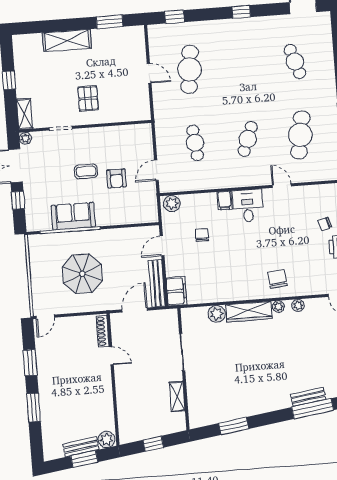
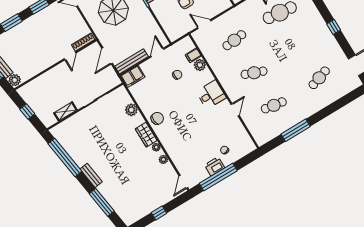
cafe table: (300, 135) -> (274, 105), width x0.73, depth x0.74
filing cabinet: (224, 201) -> (193, 55), moved
plant: (172, 204) -> (200, 65), moved
door: (162, 246) -> (157, 53), hinge flipped
chair: (277, 279) -> (157, 118), moved
door: (135, 310) -> (107, 56), swing flipped
wardrobe: (249, 312) -> (146, 135), width x0.67
bench: (308, 397) -> (91, 175), moved
window: (234, 426) -> (65, 157), width x2.11

